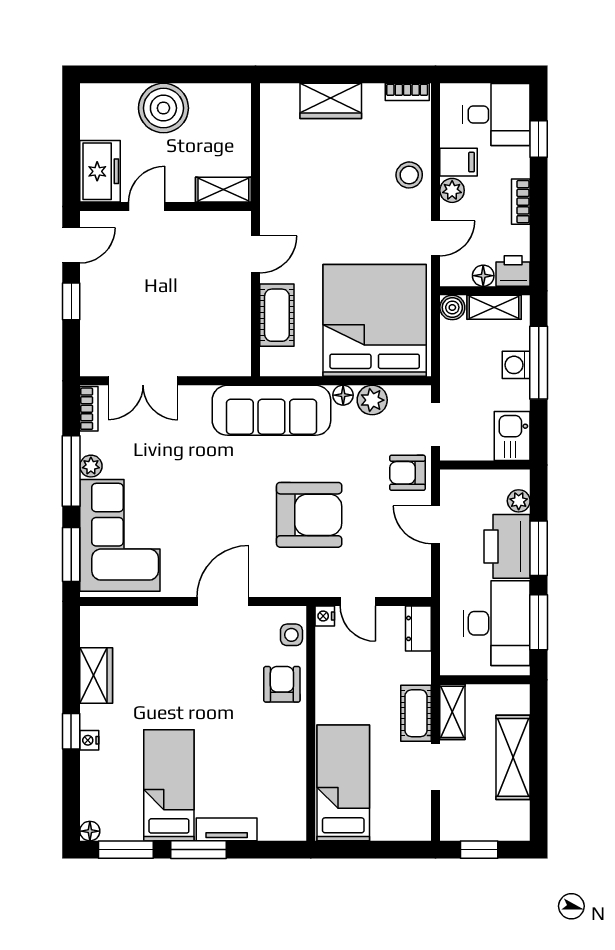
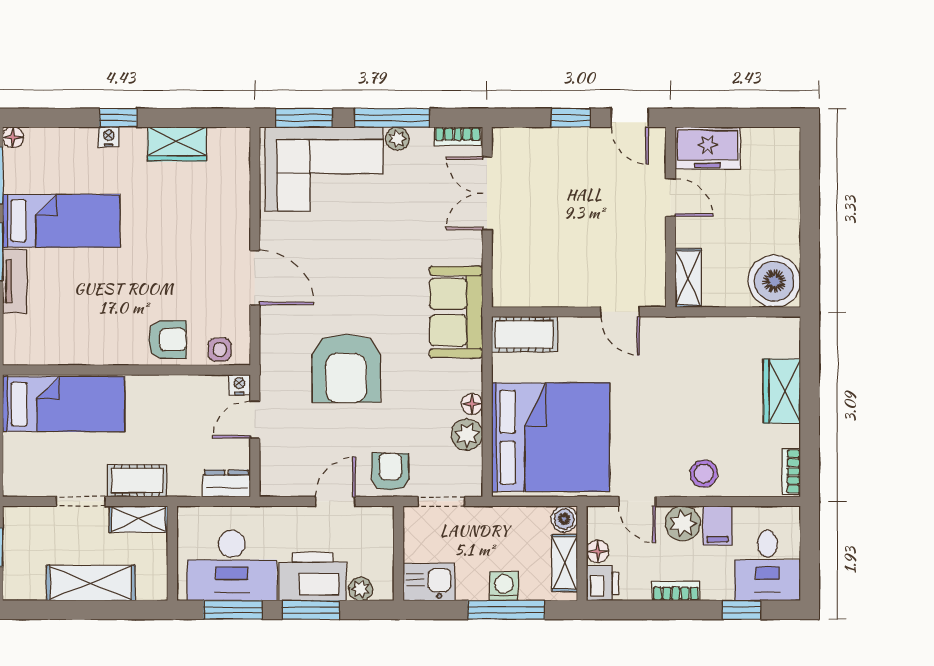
boiler: (163, 108) -> (774, 281), moved
plant: (452, 190) -> (683, 523), width x1.38, depth x1.38
cot: (277, 315) -> (525, 334), moved
sofa: (271, 410) -> (456, 312), width x0.73

